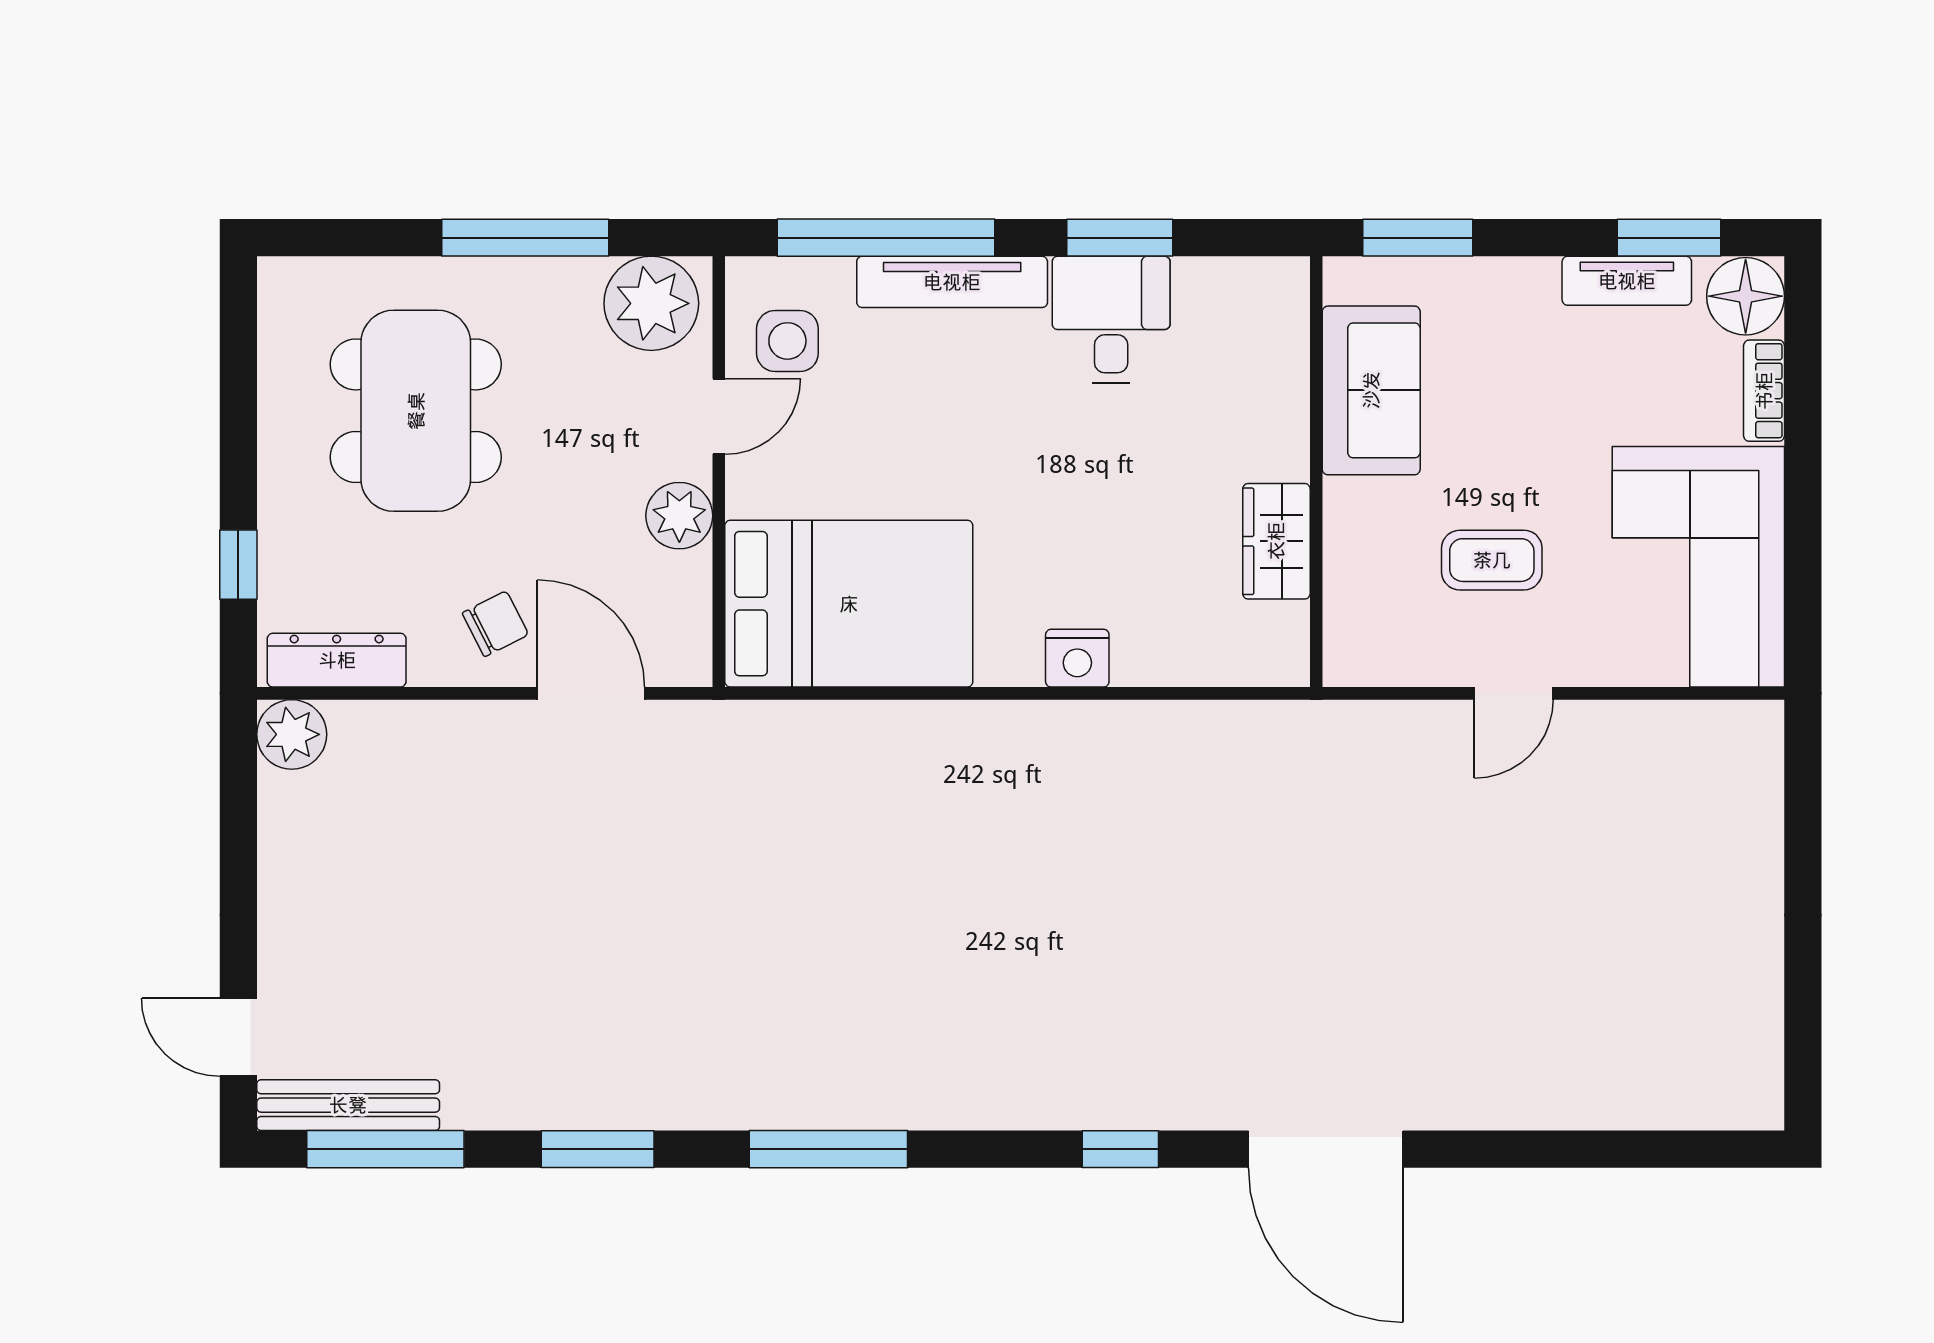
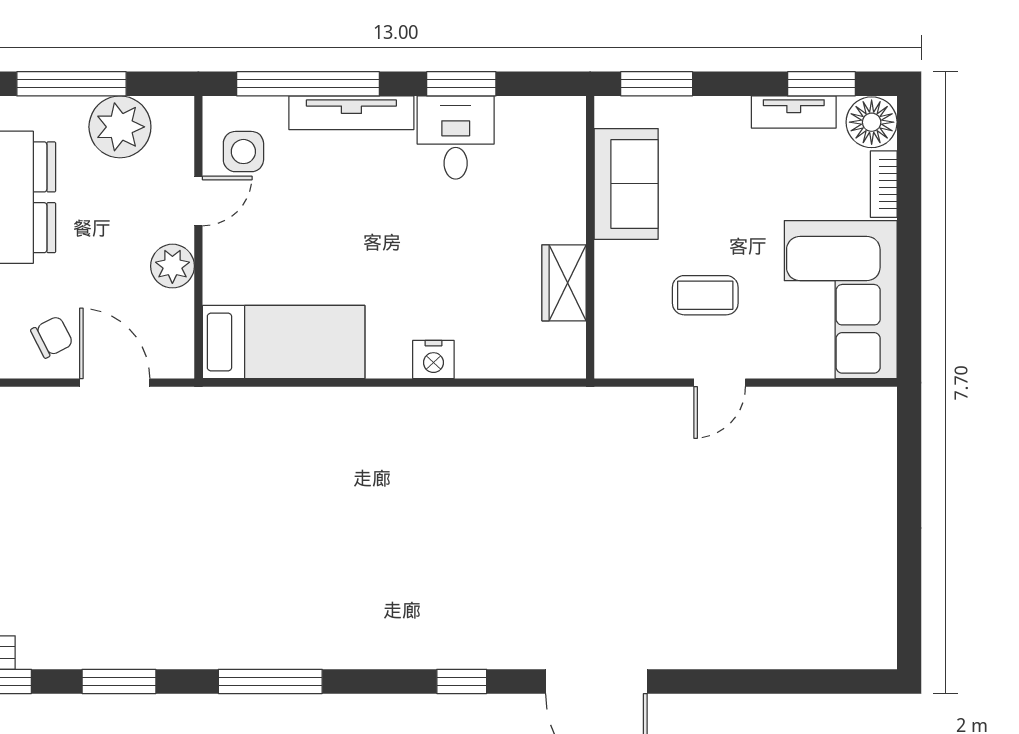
plant: (651, 303) -> (120, 127), moved
bed: (849, 604) -> (284, 342), width x0.67

